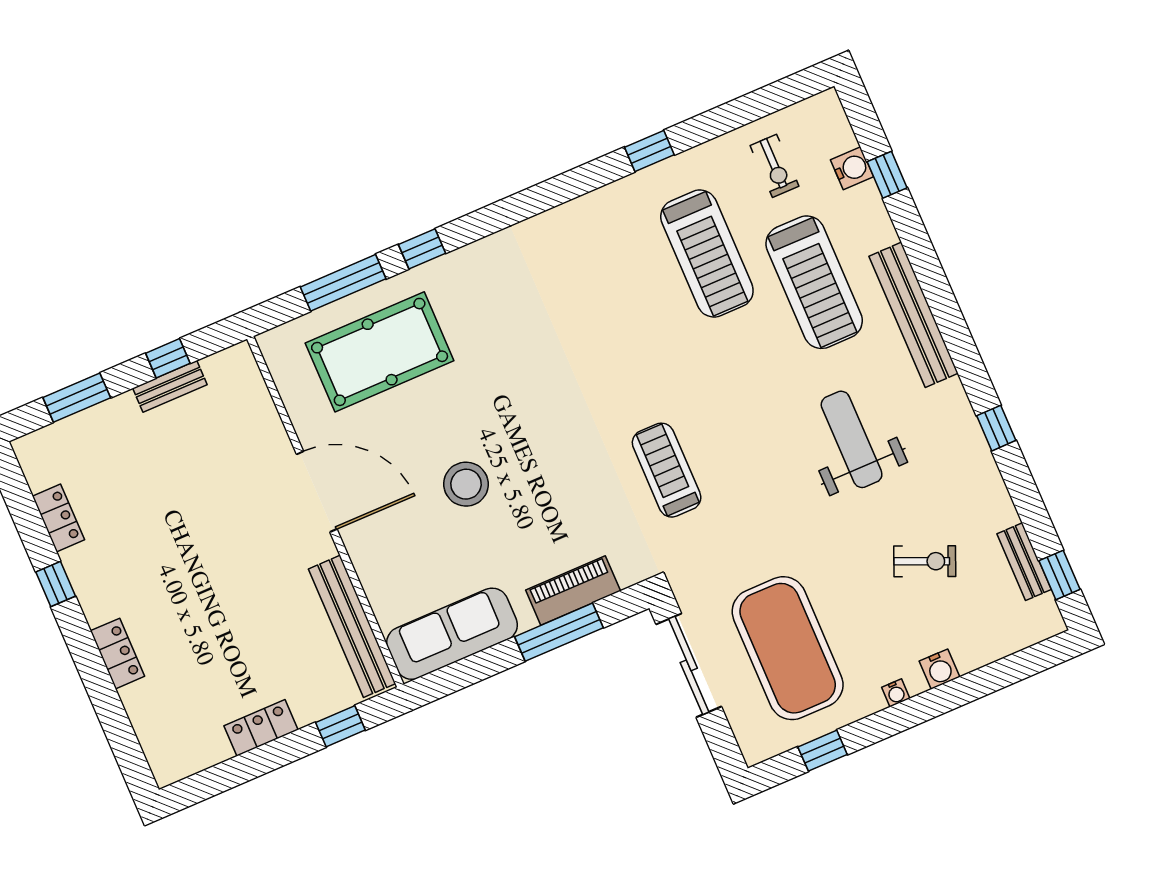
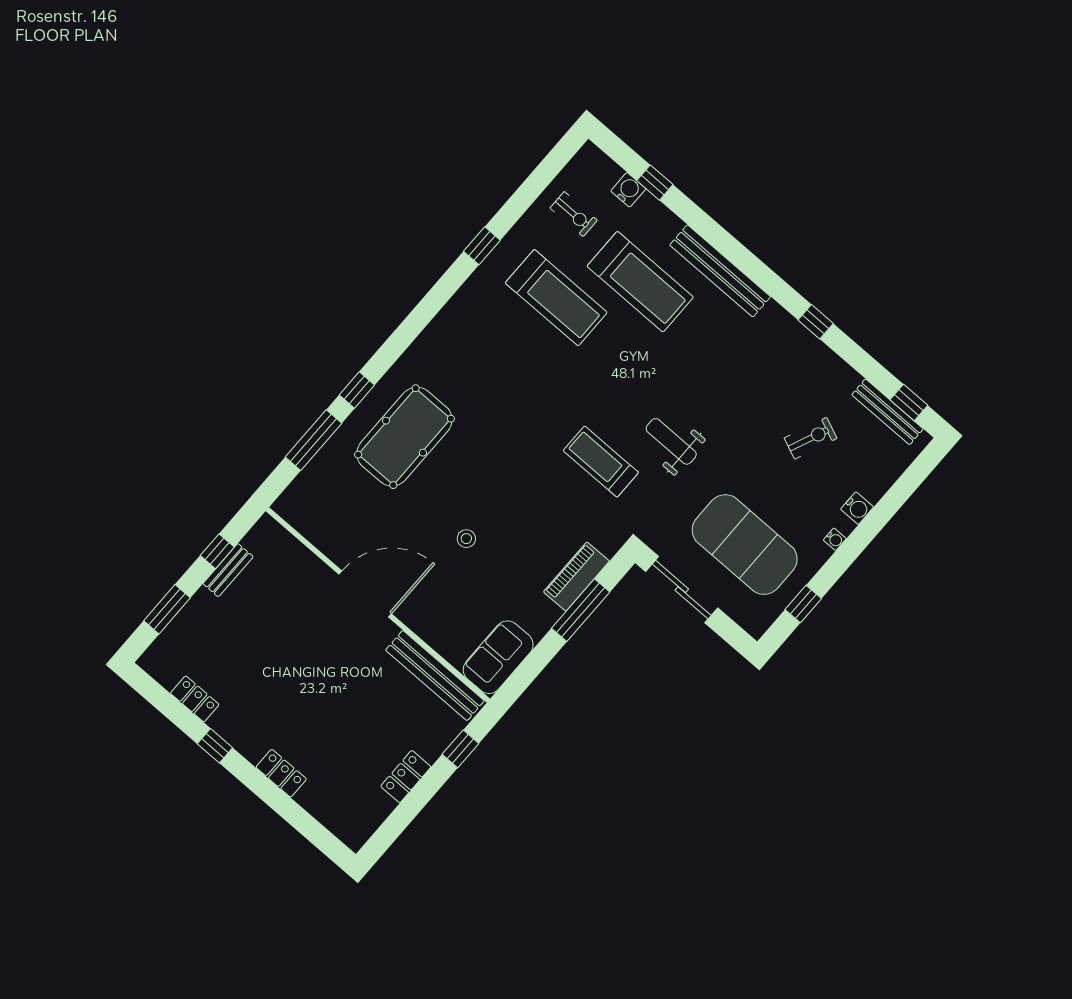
pool table: (380, 352) -> (404, 437), moved
weight bench: (852, 439) -> (671, 441), moved, width x0.73, depth x0.75
stool: (466, 484) -> (466, 539), width x0.53, depth x0.53
bench: (1024, 562) -> (888, 412), width x1.36
sofa: (452, 634) -> (498, 657), width x0.73

